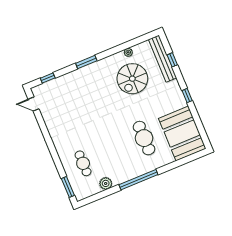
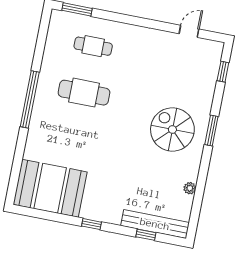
spiral stairs: (132, 79) -> (172, 130), moved
door: (34, 104) -> (189, 31), moved
cafe table: (144, 138) -> (84, 93), moved
plant: (106, 183) -> (51, 57), removed

